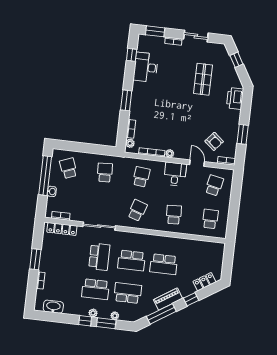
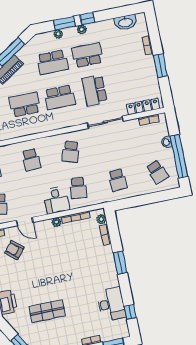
shop shelf: (203, 79) -> (47, 311), turned 90
desk: (175, 174) -> (56, 200), moved
school desk: (131, 260) -> (60, 97), turned 180

